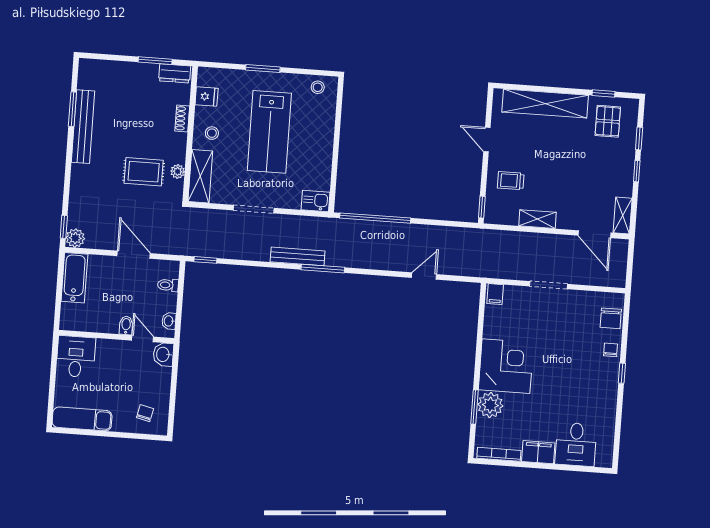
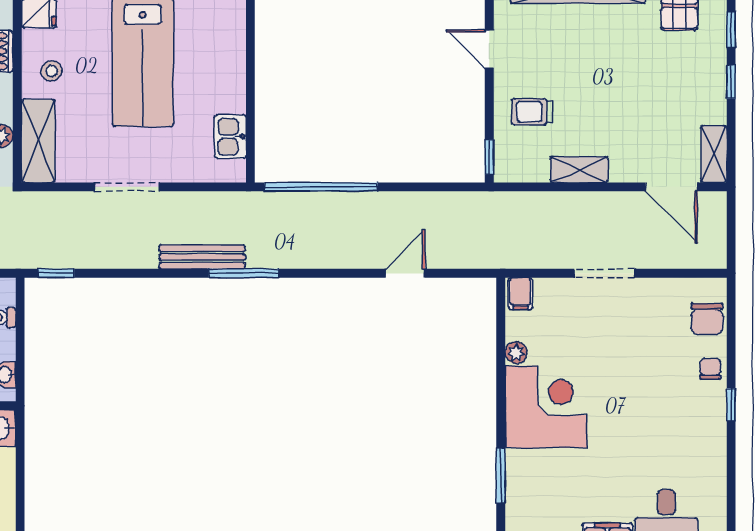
kitchen sink: (316, 201) -> (230, 137), moved, turned -90
plant: (490, 405) -> (516, 353), moved, width x0.53, depth x0.53

